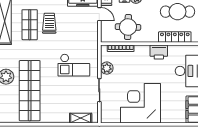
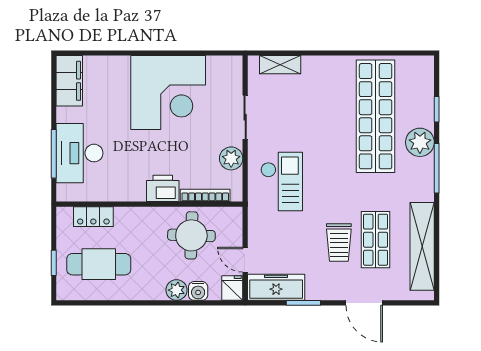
locker: (175, 37) -> (93, 217), width x0.66
printer: (159, 52) -> (163, 188), moved
checkout: (74, 65) -> (282, 182), moved, turned 90

